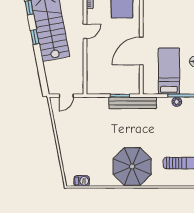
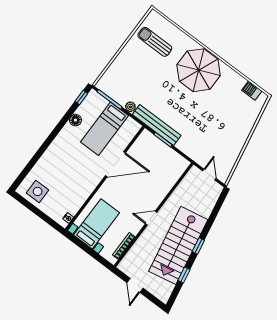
door: (66, 96) -> (209, 175), hinge flipped
plant: (177, 102) -> (130, 107), moved

